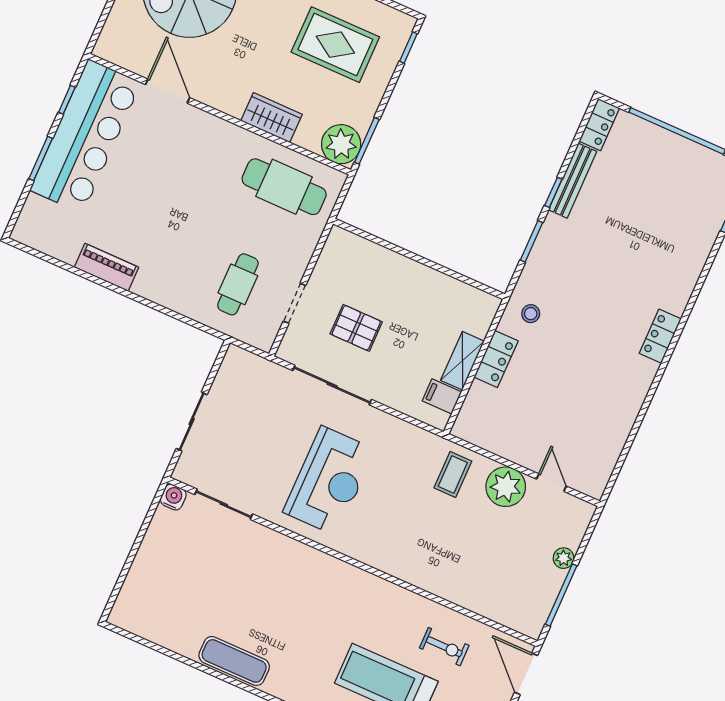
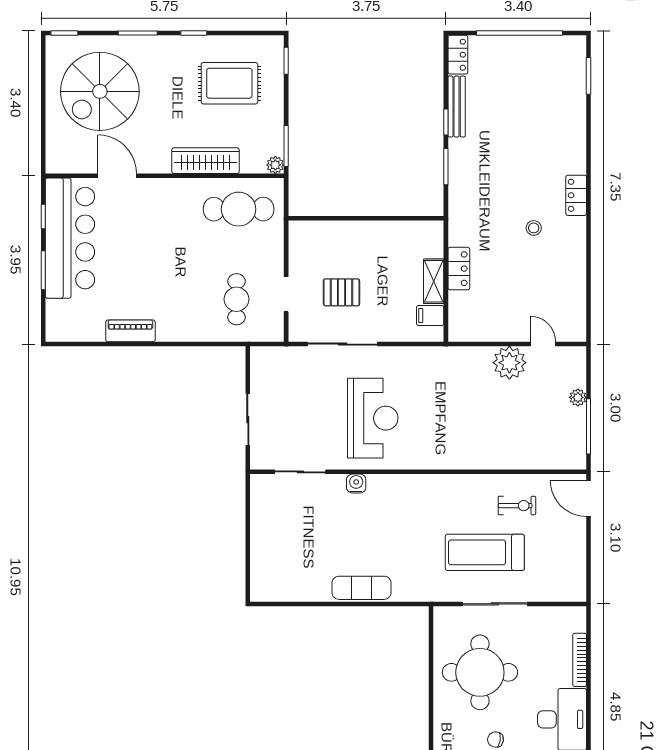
wardrobe: (271, 118) -> (205, 161), width x1.50
plant: (341, 144) -> (275, 165), width x0.53, depth x0.53
stool: (531, 314) -> (534, 228), moved
coffee table: (453, 474) -> (465, 371), removed
water cooler: (173, 497) -> (356, 483), moved

